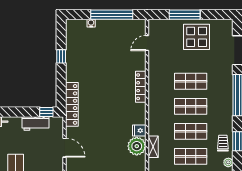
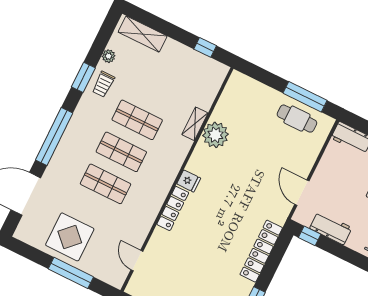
door: (147, 43) -> (137, 261), swing flipped
locker: (72, 104) -> (261, 251), moved
fridge: (139, 130) -> (189, 181), moved
door: (65, 148) -> (302, 193), moved
shop shelf: (191, 156) -> (153, 88), removed

